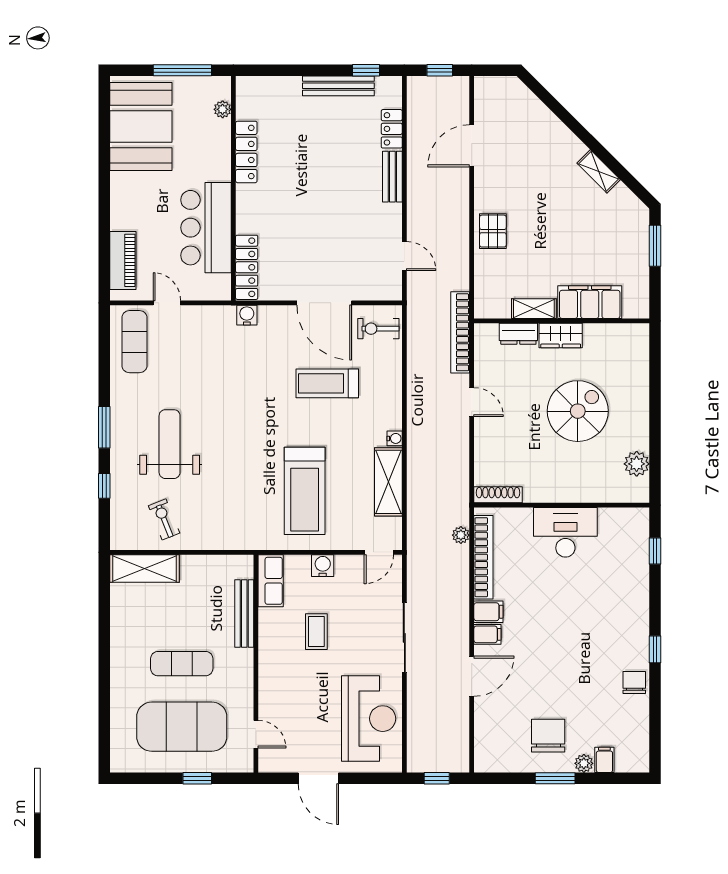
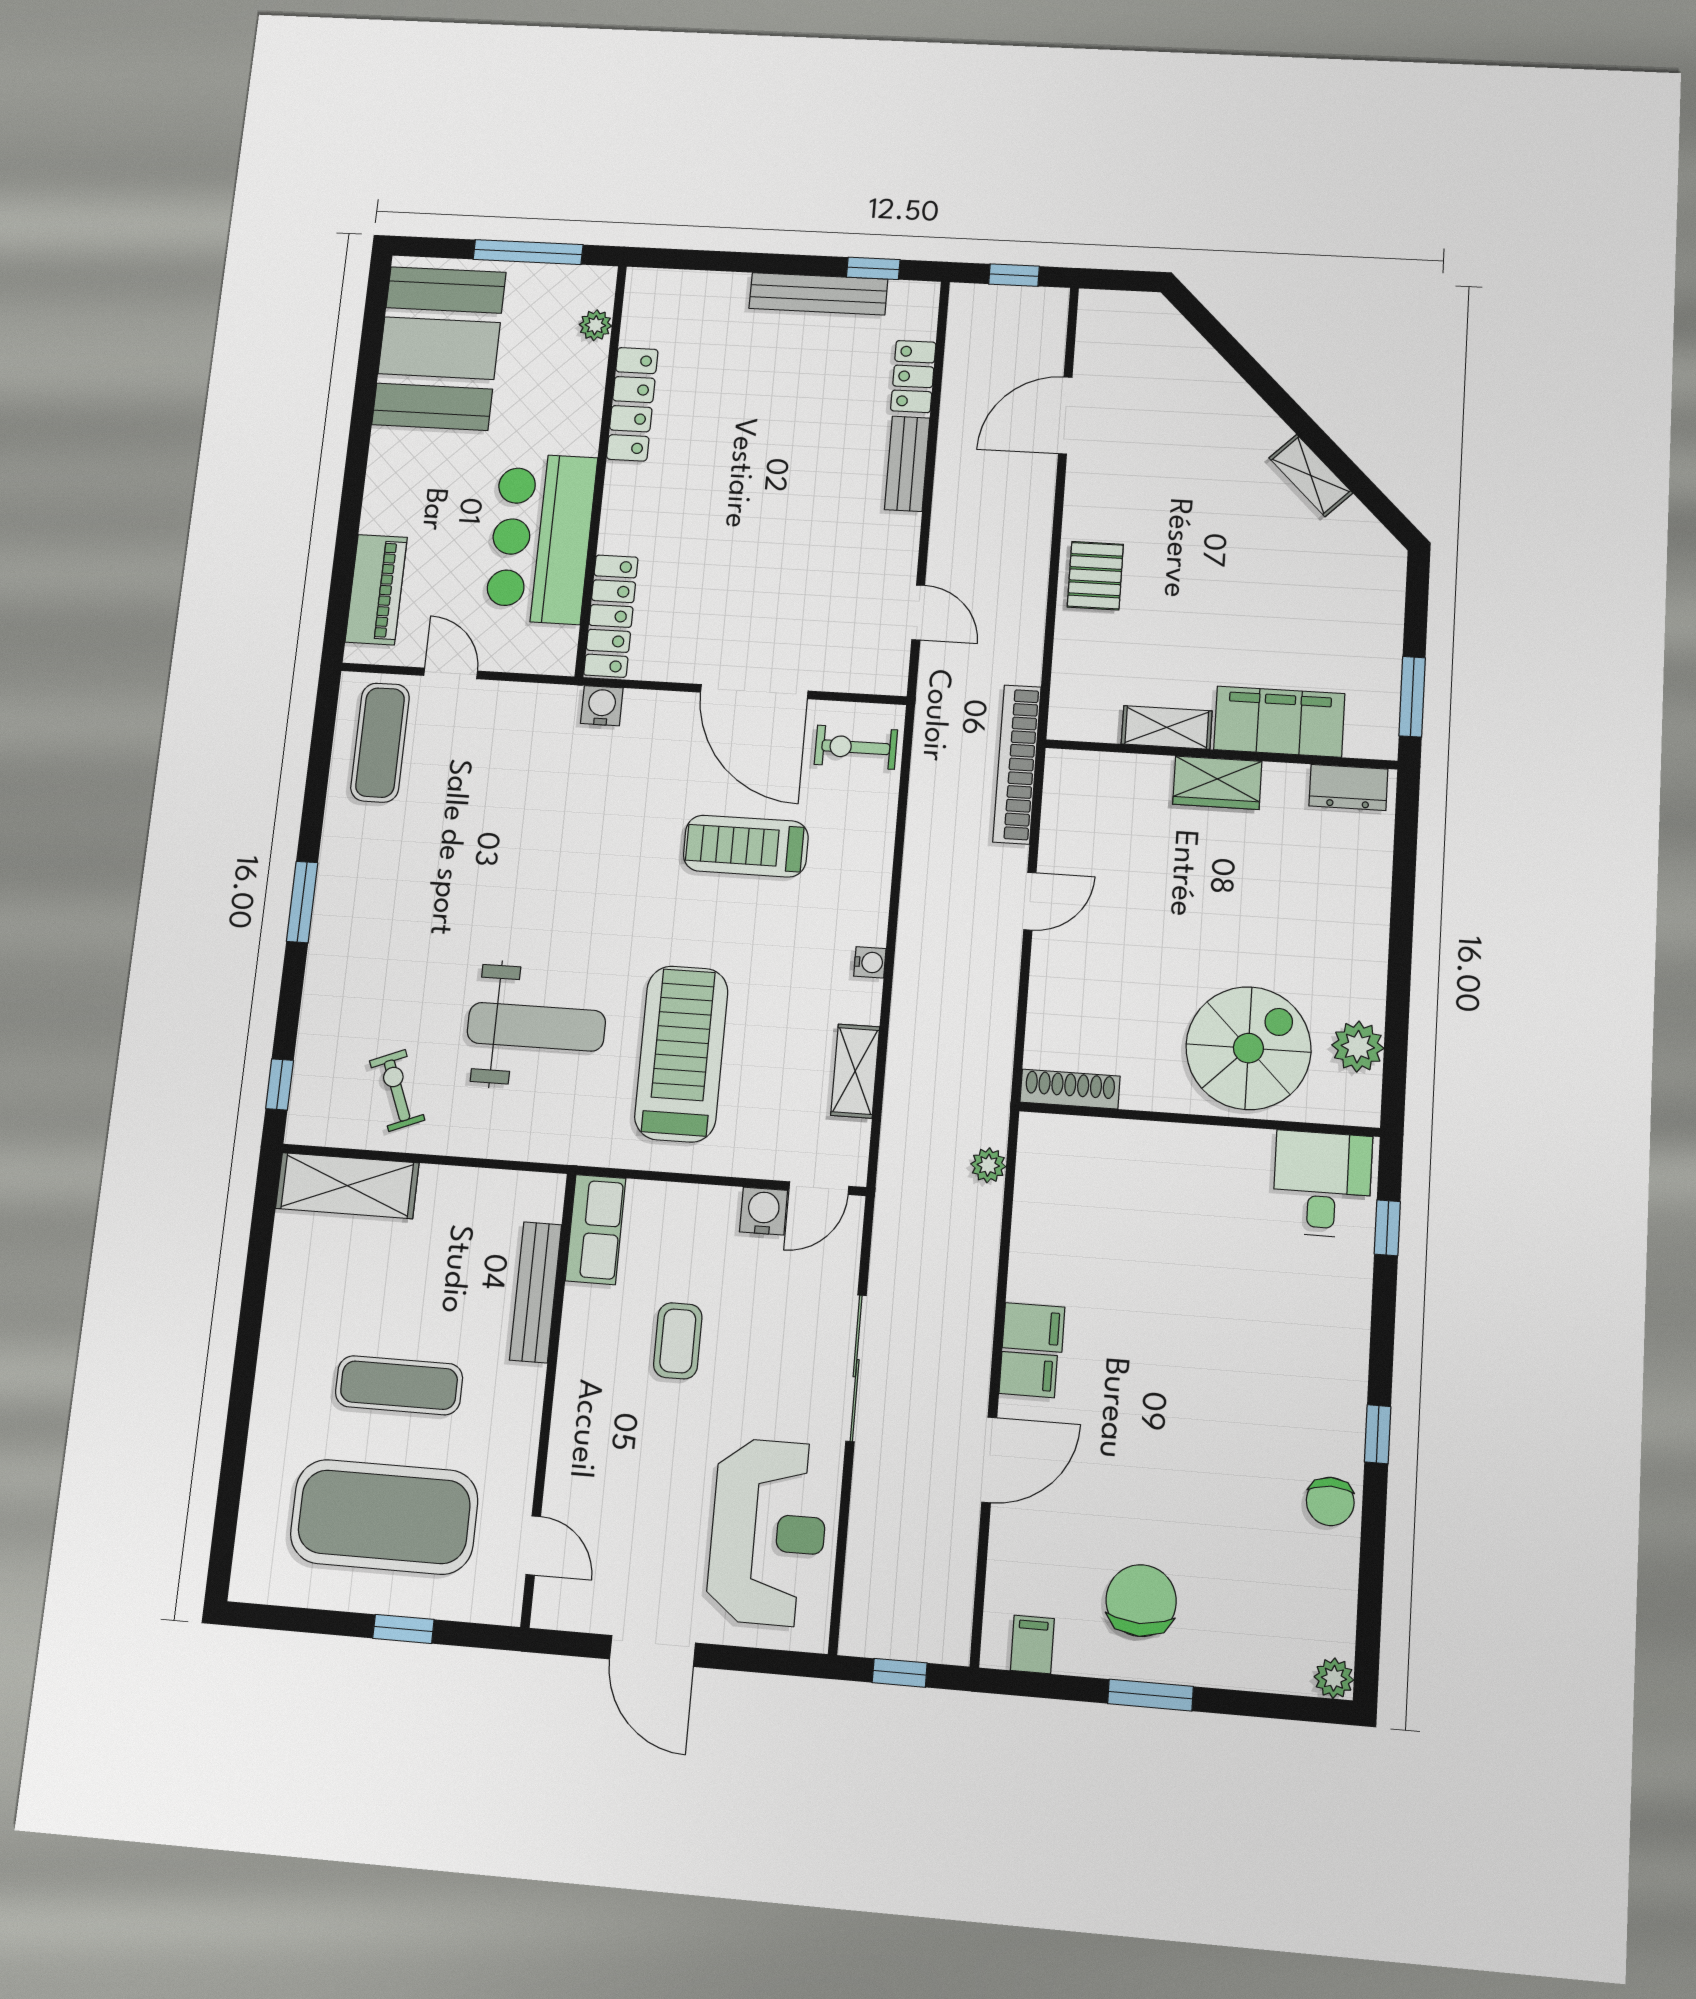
window: (655, 246) -> (1412, 697), moved
dresser: (518, 334) -> (1348, 787), moved
door: (472, 402) -> (1030, 901), hinge flipped
spiral stairs: (578, 411) -> (1248, 1048), moved
weight bench: (170, 444) -> (536, 1027), moved, turned 90
shelving: (388, 482) -> (855, 1071), width x0.67, depth x0.75
window: (104, 486) -> (280, 1084), moved
treadmill: (305, 491) -> (681, 1054), turned 180
desk: (565, 532) -> (1322, 1184), moved, width x0.73
bookcase: (483, 557) -> (1031, 1214), removed
water cooler: (323, 566) -> (764, 1211), moved
chair: (634, 682) -> (1330, 1501), turned 180
filing cabinet: (604, 760) -> (1032, 1644), moved
plant: (584, 763) -> (1334, 1678), moved

